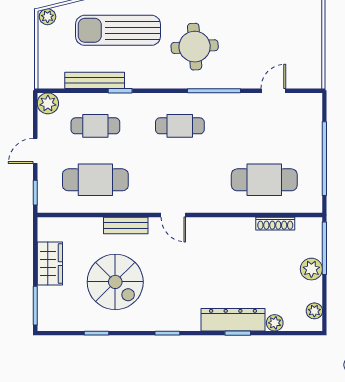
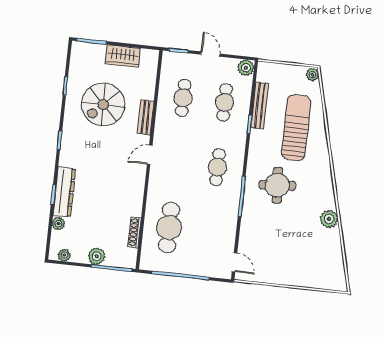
door: (273, 91) -> (235, 262), moved
cafe table: (95, 180) -> (183, 98), width x0.73, depth x0.74

